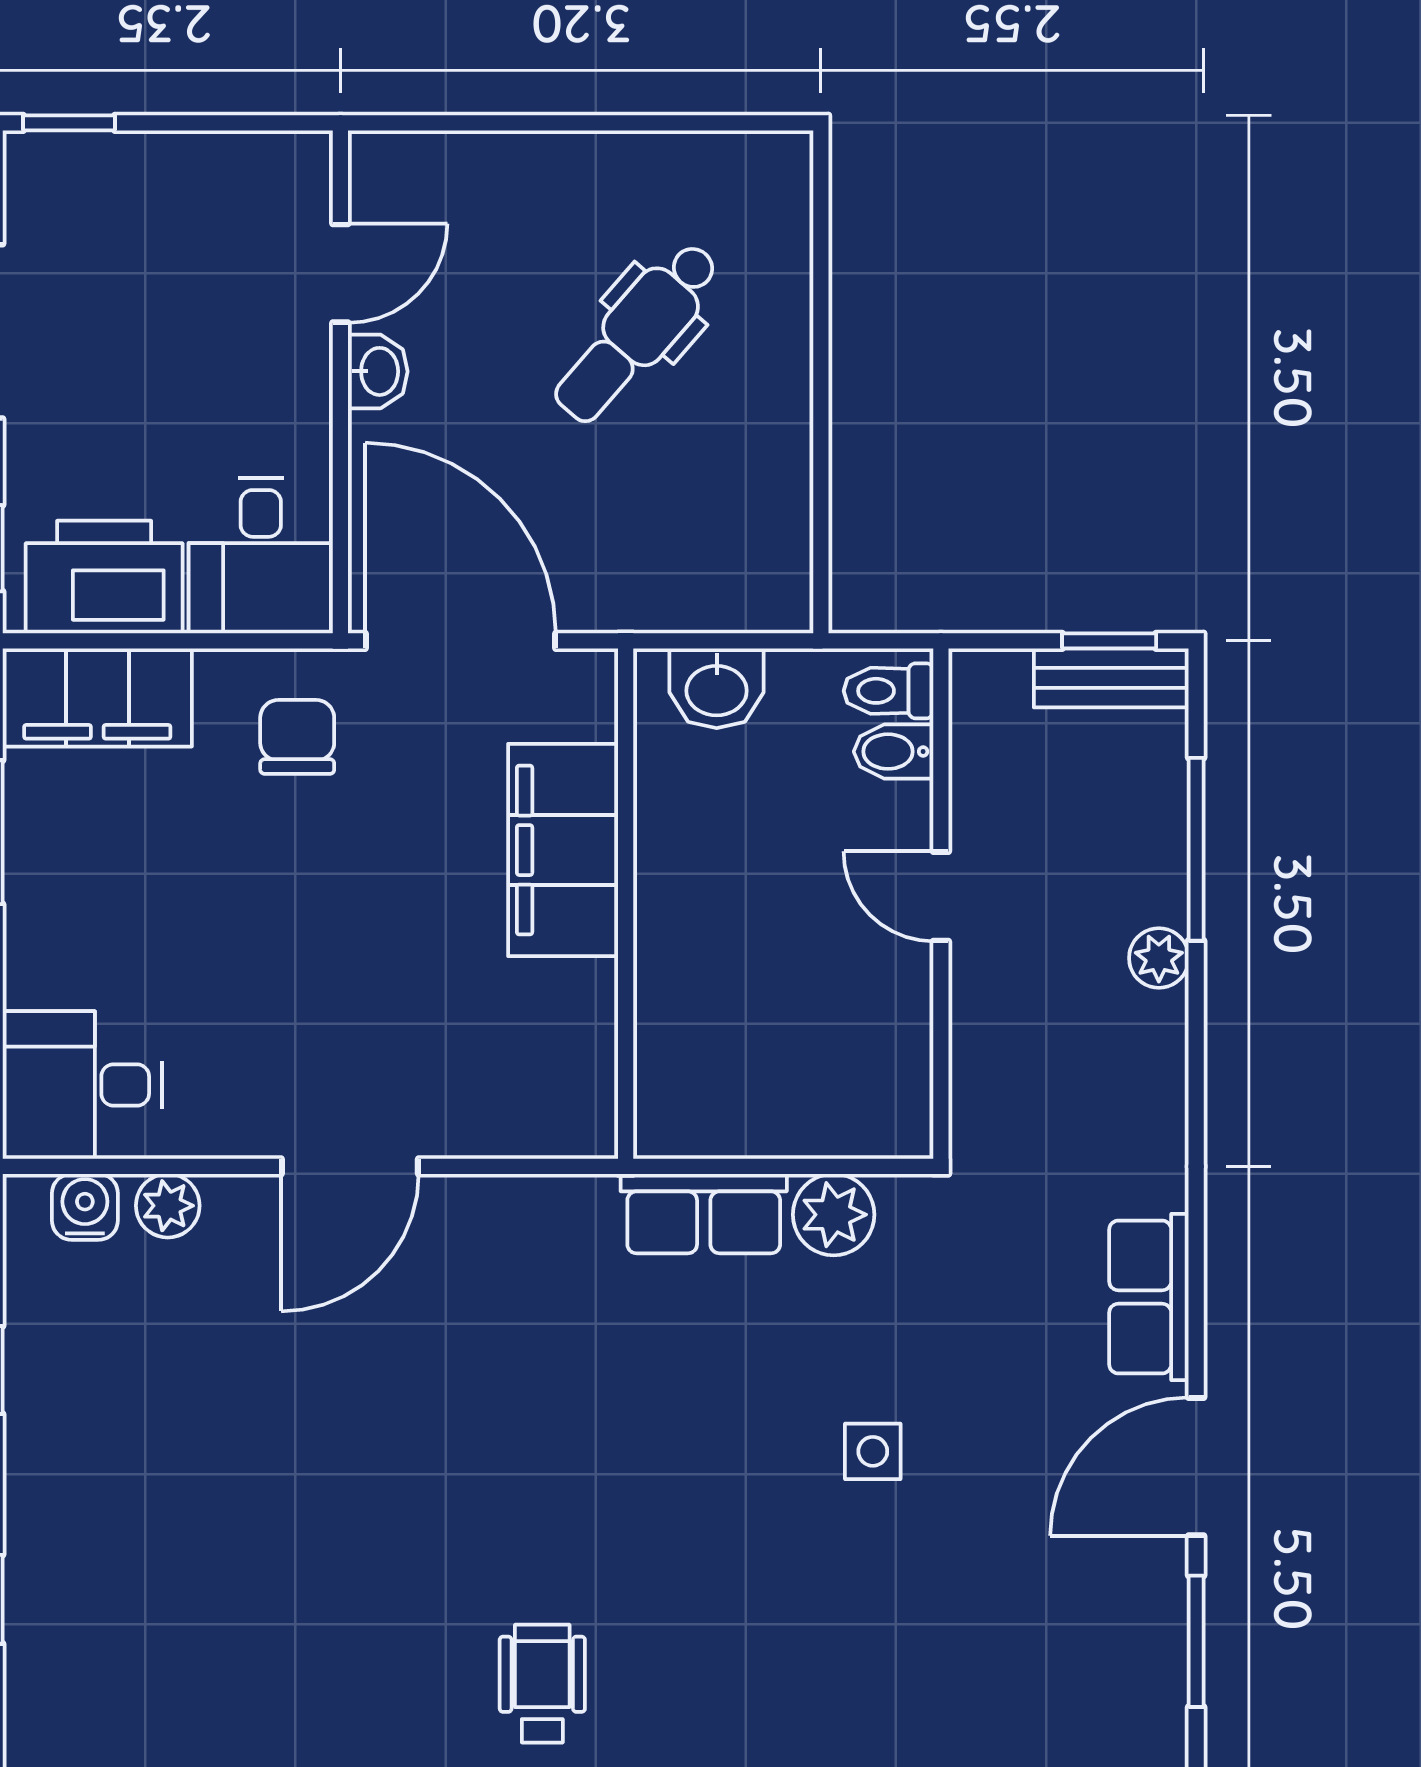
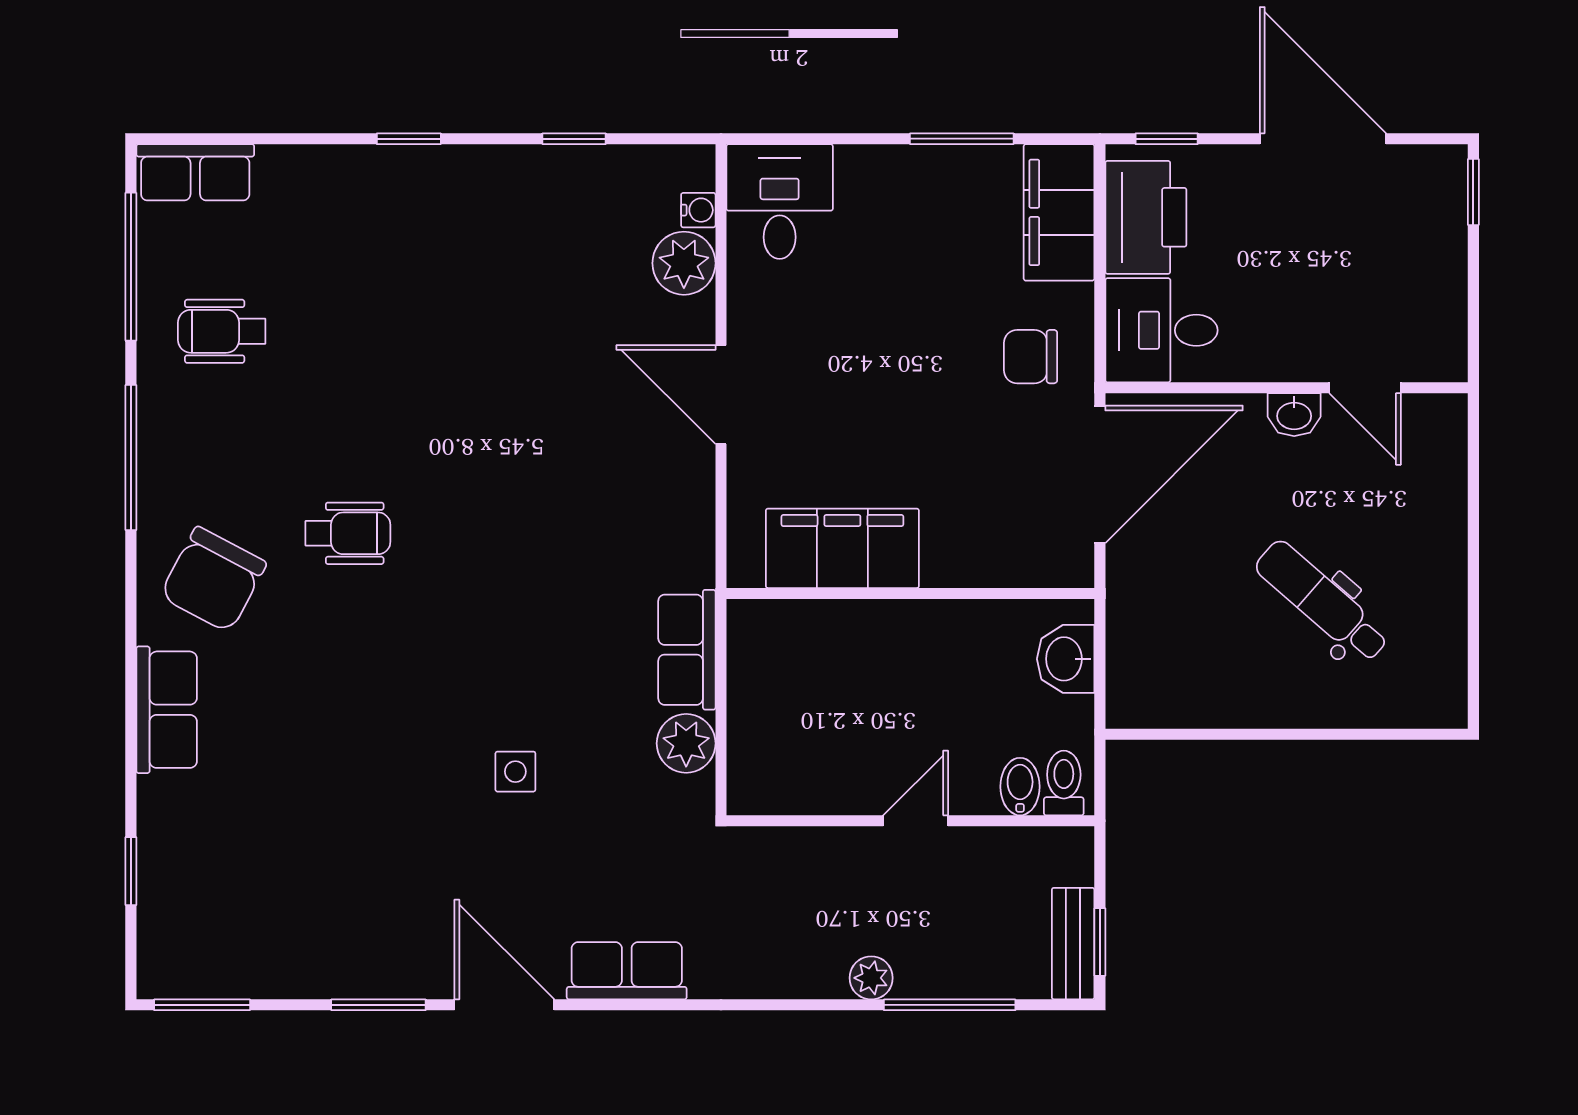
chair: (297, 737) -> (1031, 357), turned 180
filing cabinet: (563, 850) -> (842, 548), moved
plant: (168, 1206) -> (684, 263), width x1.38, depth x1.38
water cooler: (85, 1207) -> (698, 210), width x0.72, depth x0.72

